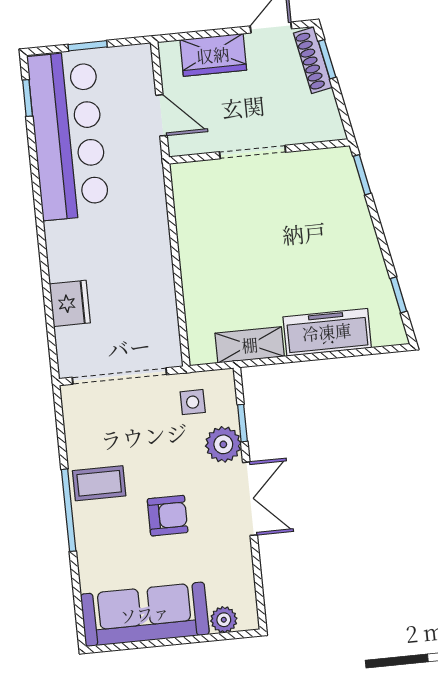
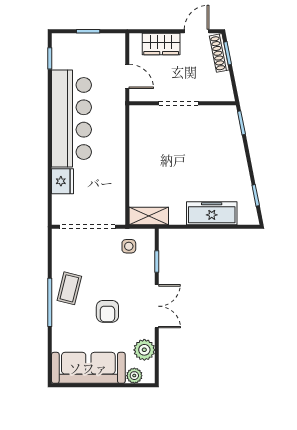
bar counter: (68, 136) -> (71, 118), moved
shelving: (250, 345) -> (149, 216), moved
plant: (223, 444) -> (144, 350), moved
coffee table: (99, 483) -> (69, 288), turned -76
armchair: (168, 516) -> (107, 311), turned 90

